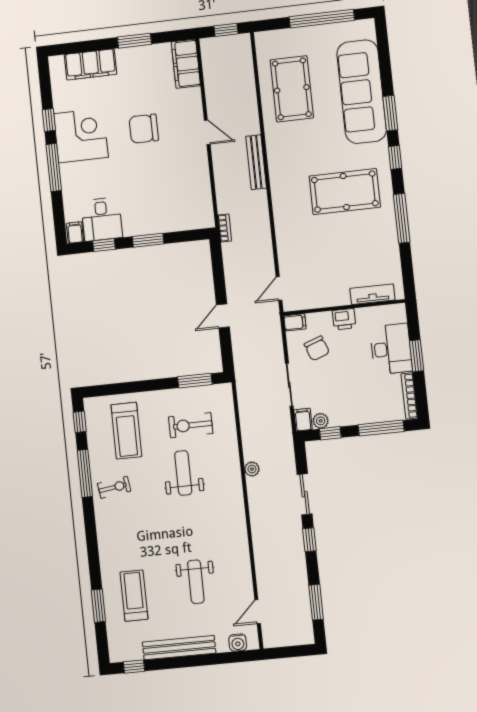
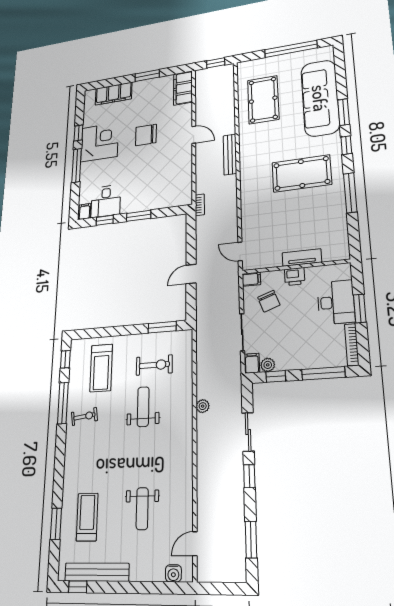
door: (279, 289) -> (240, 252), hinge flipped
tv unit: (372, 294) -> (302, 258), moved
exercise bike: (191, 425) -> (154, 365), turned 180
bench: (179, 648) -> (97, 572), moved

